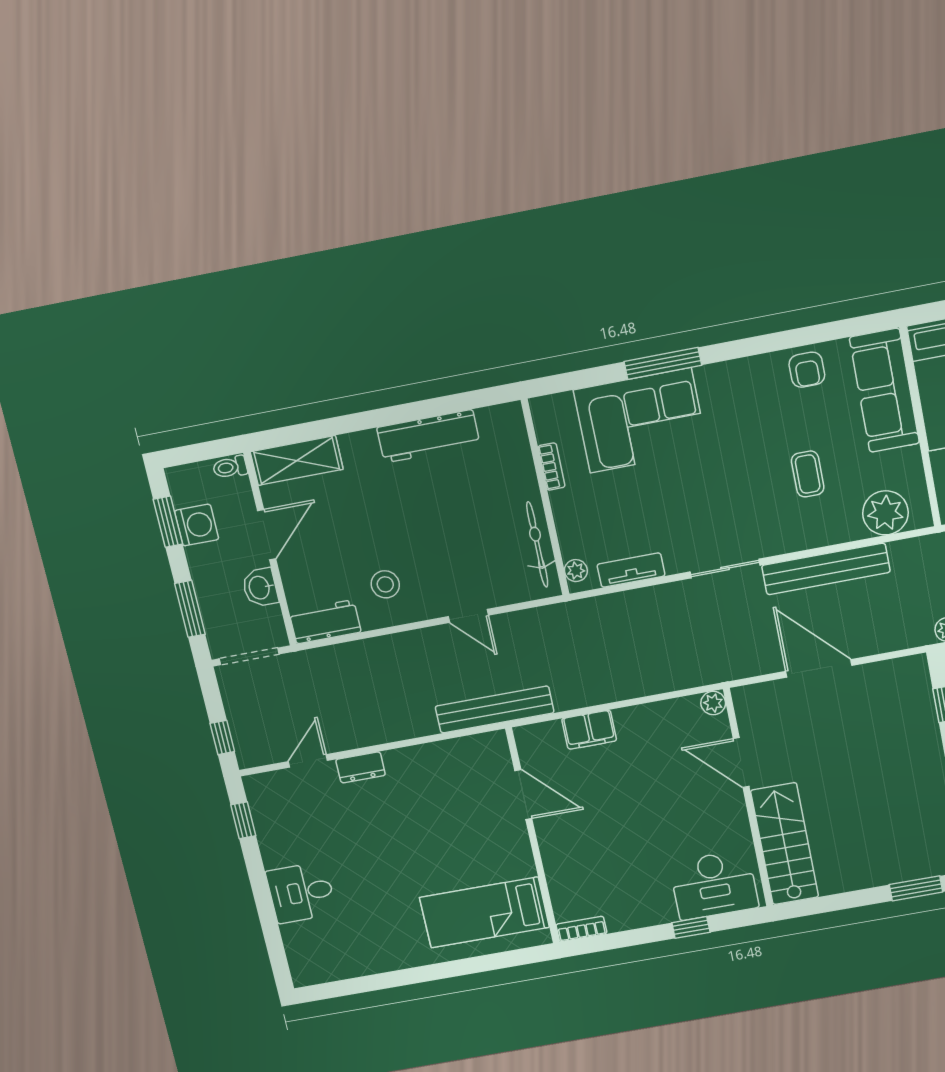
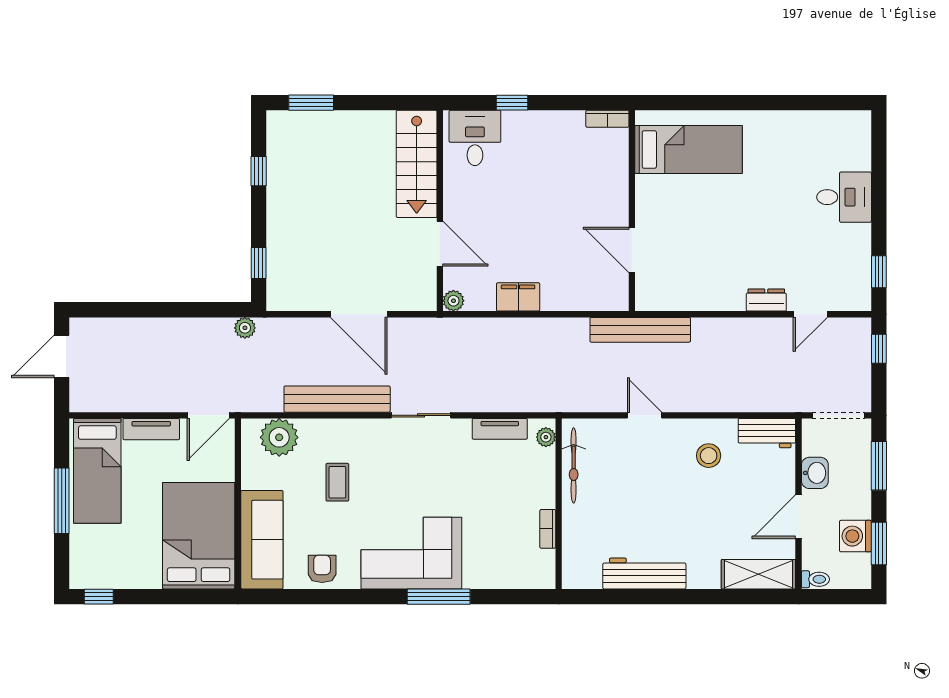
corner sofa: (641, 420) -> (411, 553), moved
filing cabinet: (589, 730) -> (518, 297), moved
desk: (714, 885) -> (475, 138), width x0.73

